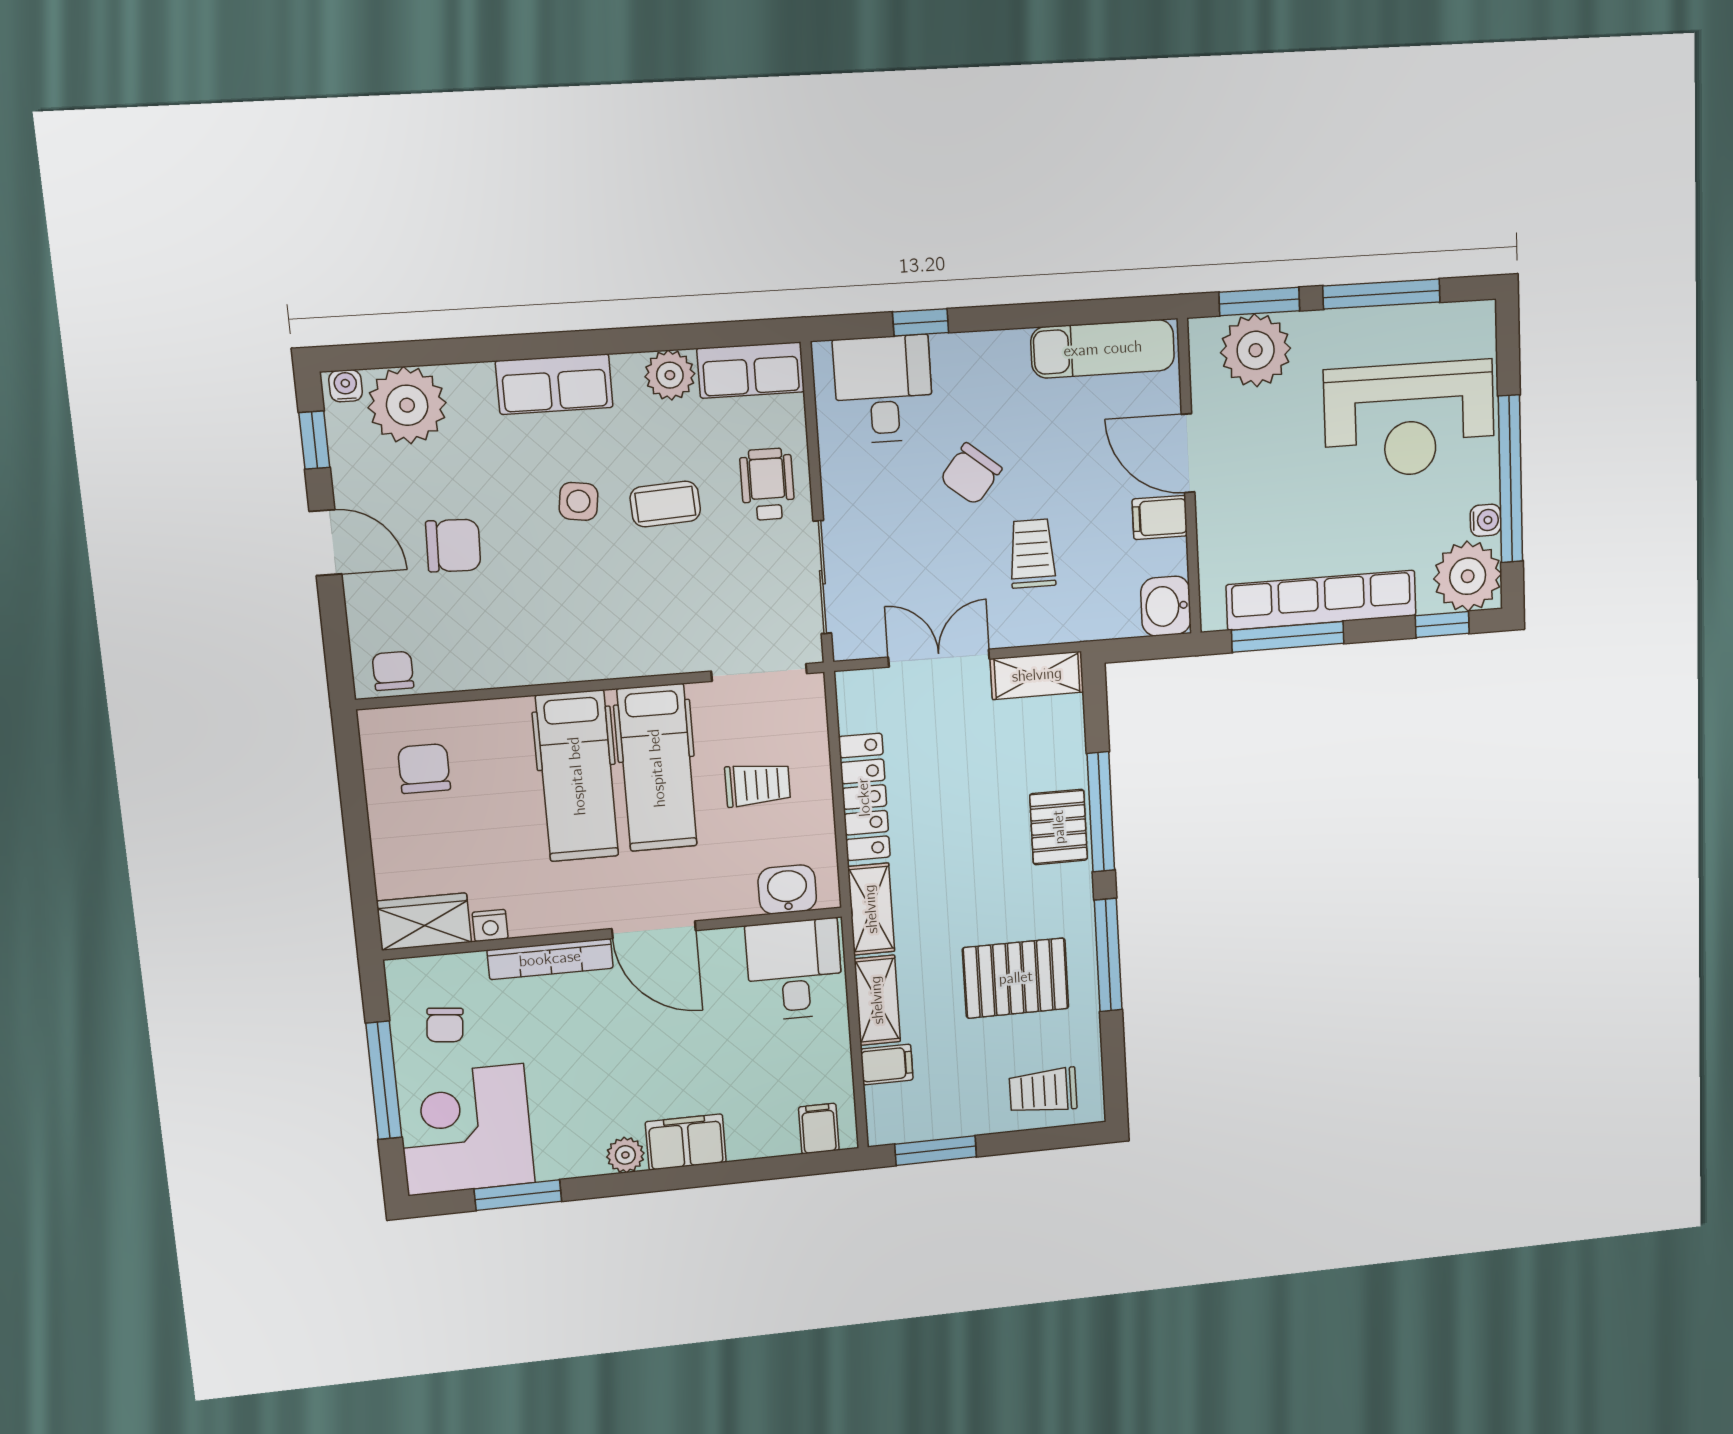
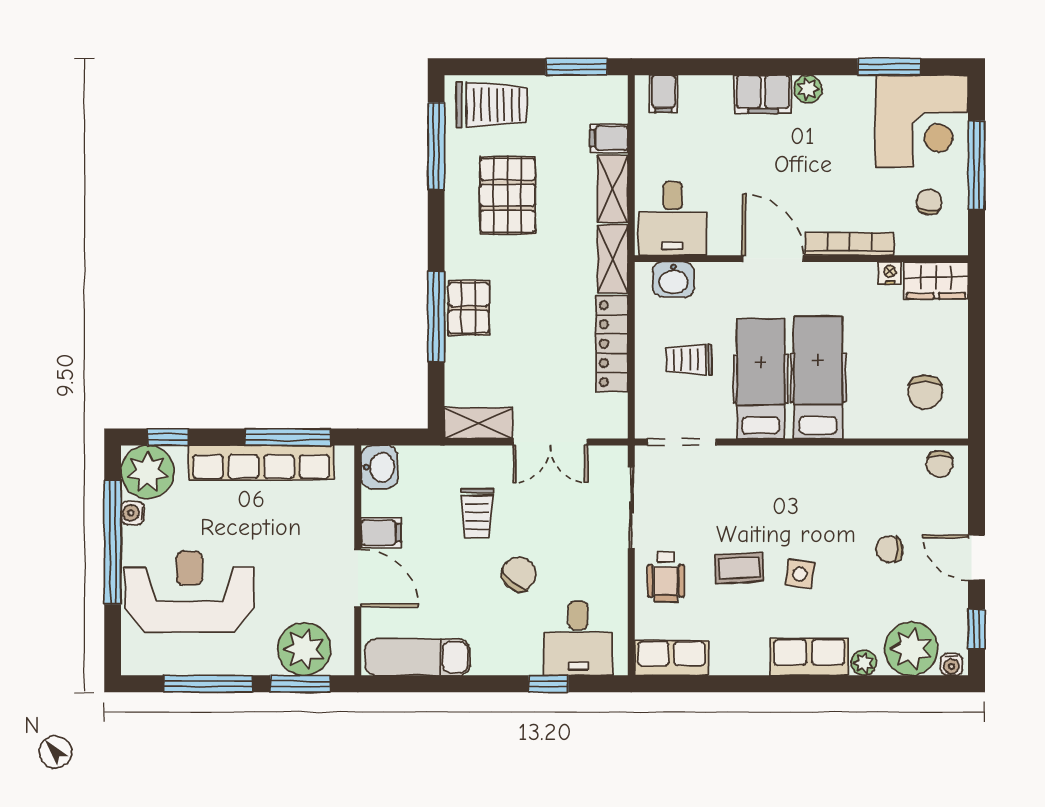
plant: (670, 375) -> (864, 663), moved, width x0.73, depth x0.73
chair: (453, 546) -> (889, 549), width x0.73, depth x0.73
window: (1108, 955) -> (436, 146), moved
pallet: (1016, 978) -> (508, 195), turned 90
trolley: (1043, 1091) -> (492, 105), width x1.36, depth x1.39

